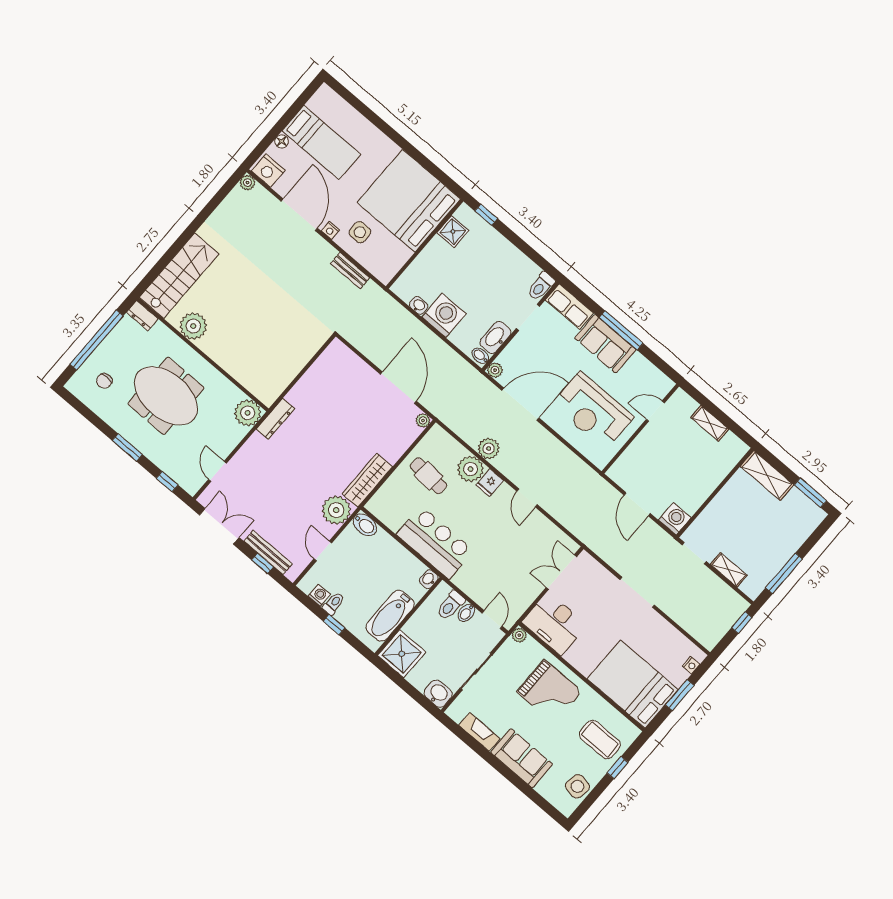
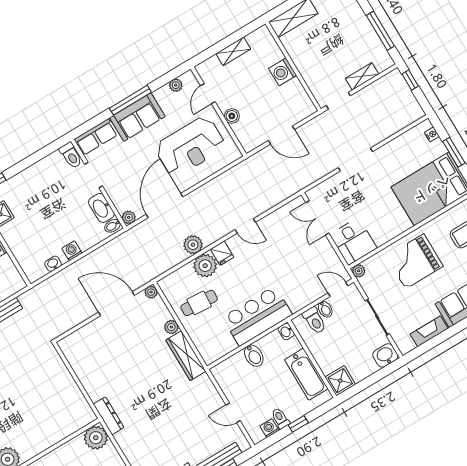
washing machine: (444, 315) -> (72, 251), width x0.53, depth x0.53
plant: (653, 374) -> (176, 85), added
boiler: (640, 445) -> (232, 116), added
plant: (336, 510) -> (171, 327), moved, width x0.53, depth x0.53
washing machine: (675, 519) -> (283, 72), moved, turned -90
bidet: (365, 525) -> (254, 356), moved, turned 90
desk: (554, 624) -> (353, 241), width x0.73
shower: (402, 654) -> (340, 381), width x0.73, depth x0.73
grand piano: (549, 692) -> (415, 261), turned 180

